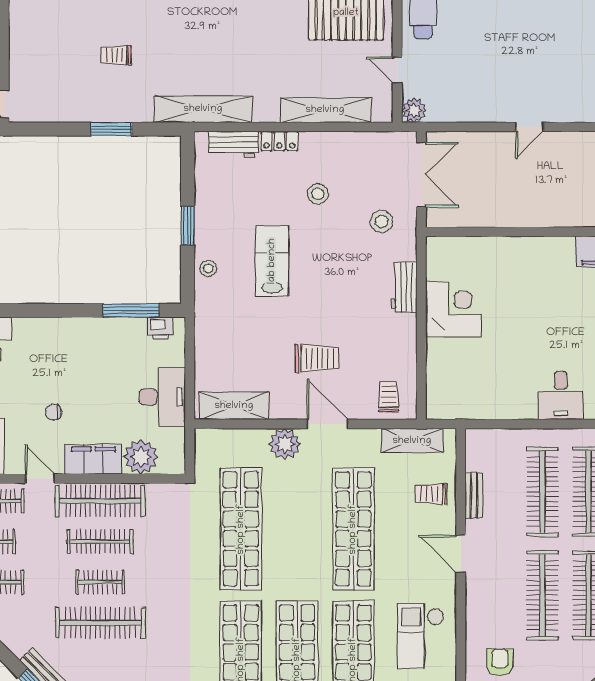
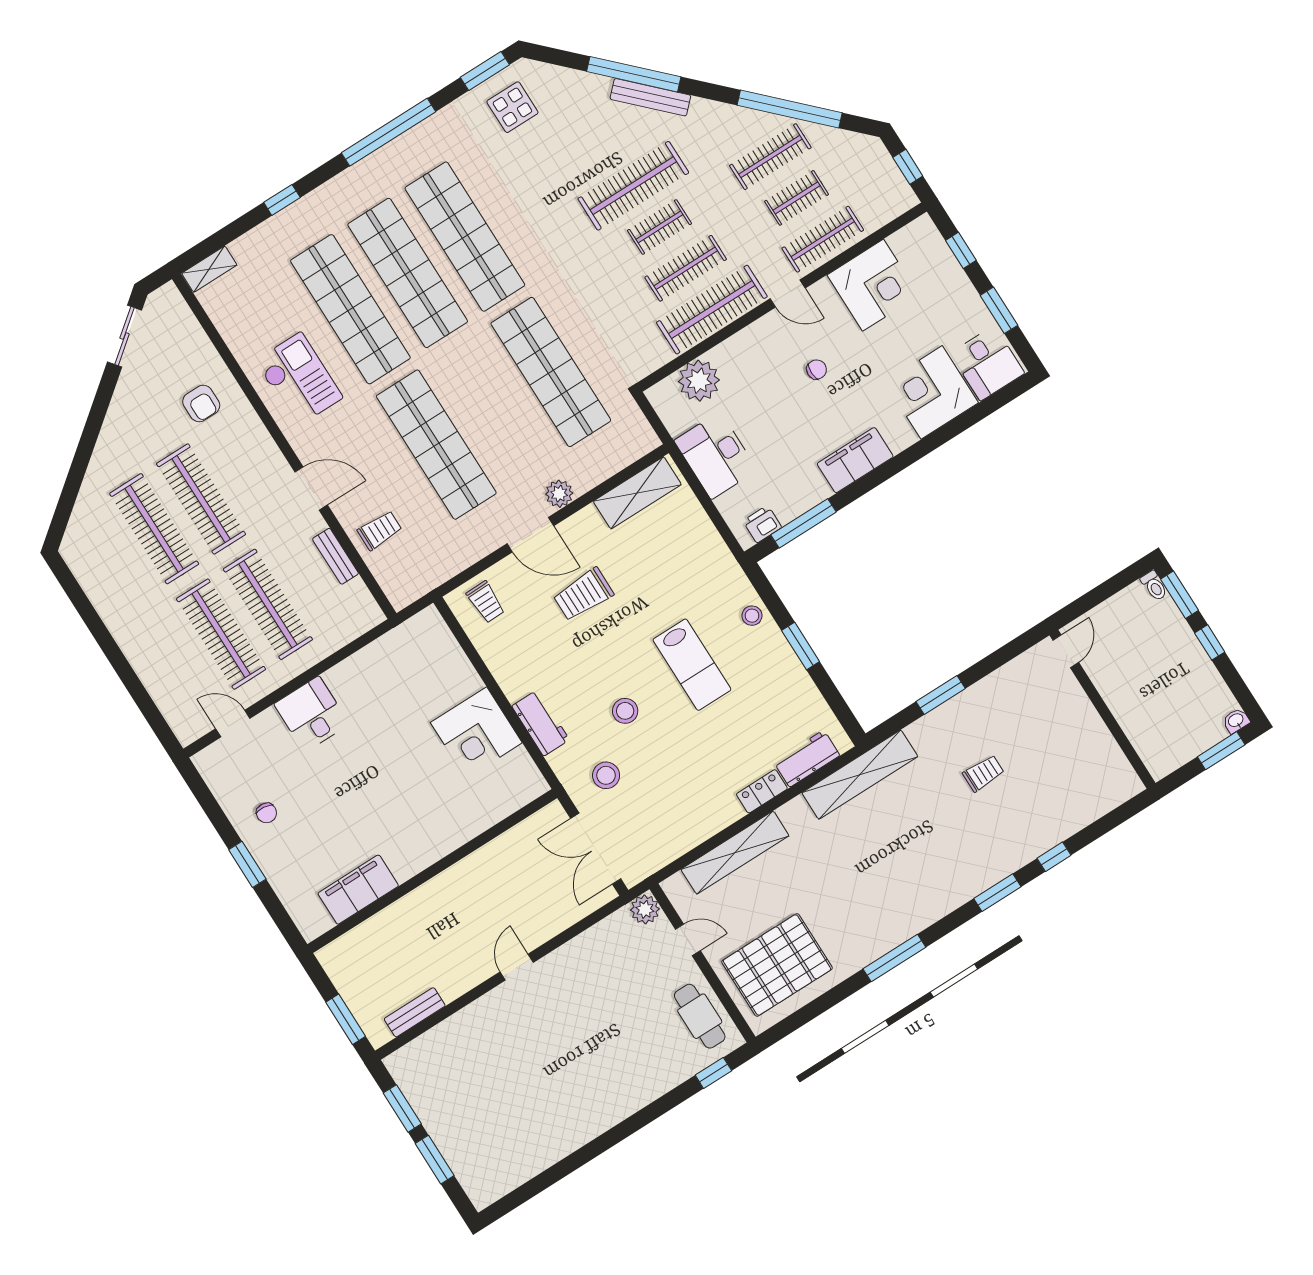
stool: (318, 194) -> (625, 711), moved
shelving: (412, 441) -> (433, 572), removed
plant: (285, 444) -> (559, 494), width x0.73, depth x0.73
filing cabinet: (93, 459) -> (855, 460), moved, turned 180

